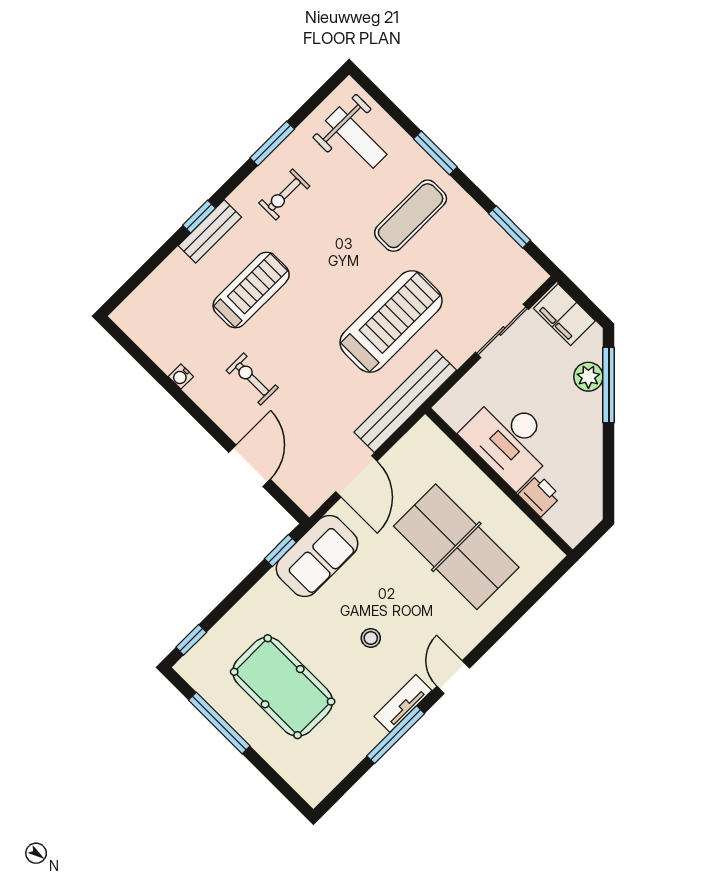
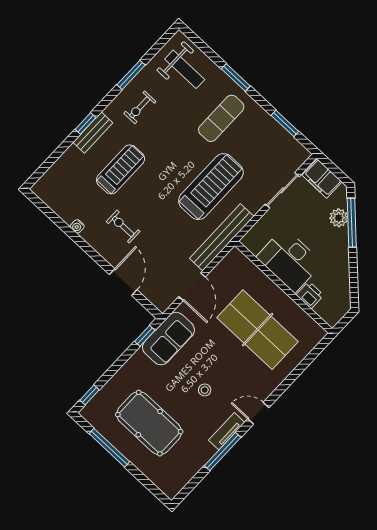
door: (453, 677) -> (258, 413), hinge flipped

